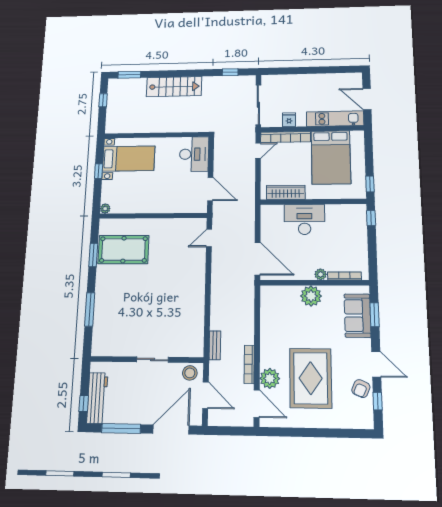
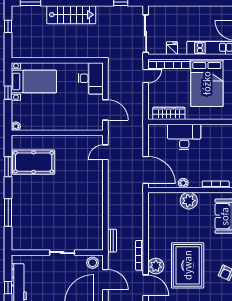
plant: (321, 274) -> (183, 183), moved

